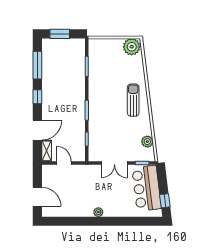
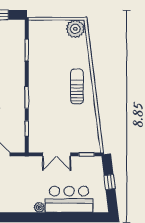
plant: (147, 142) -> (92, 131), removed
bar counter: (147, 188) -> (69, 199), moved, turned 97
window: (165, 201) -> (110, 182), moved

